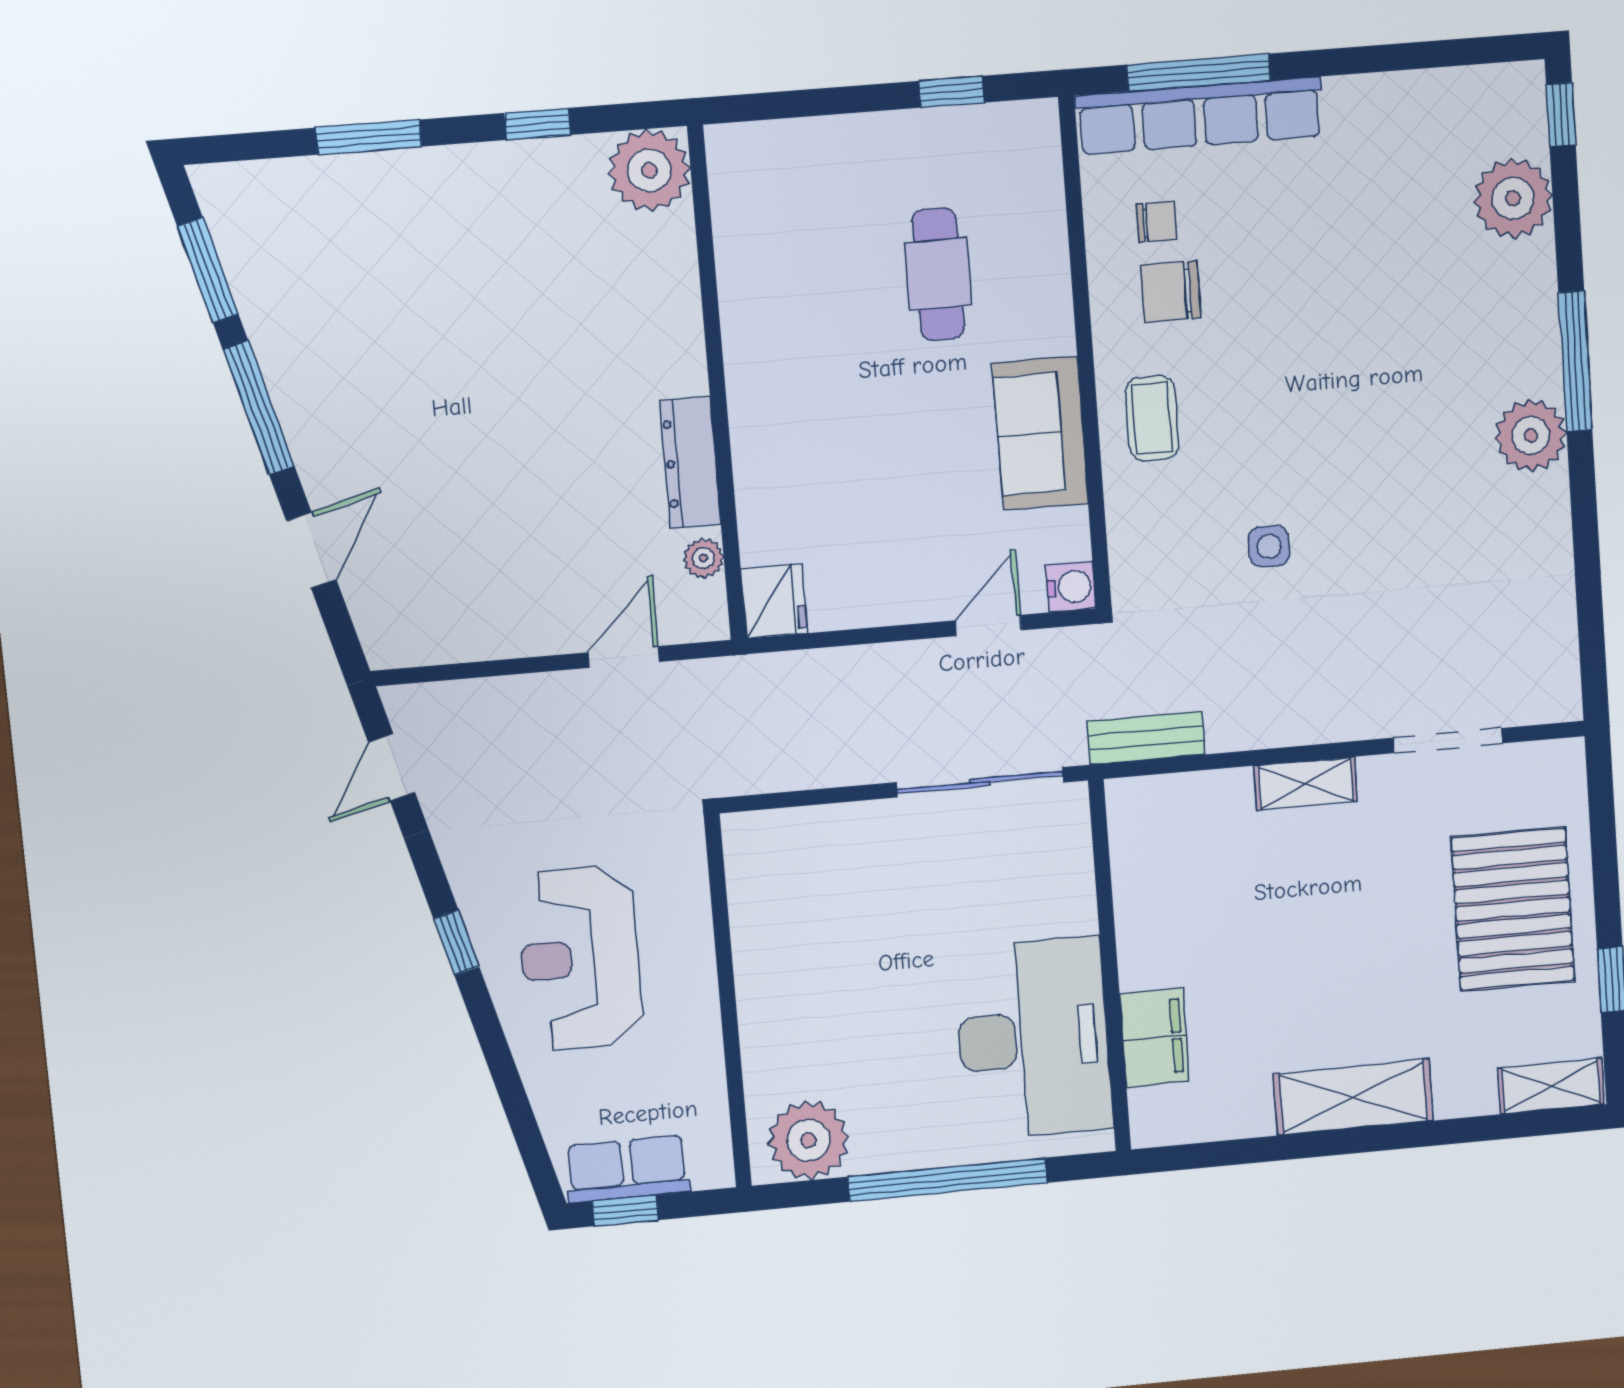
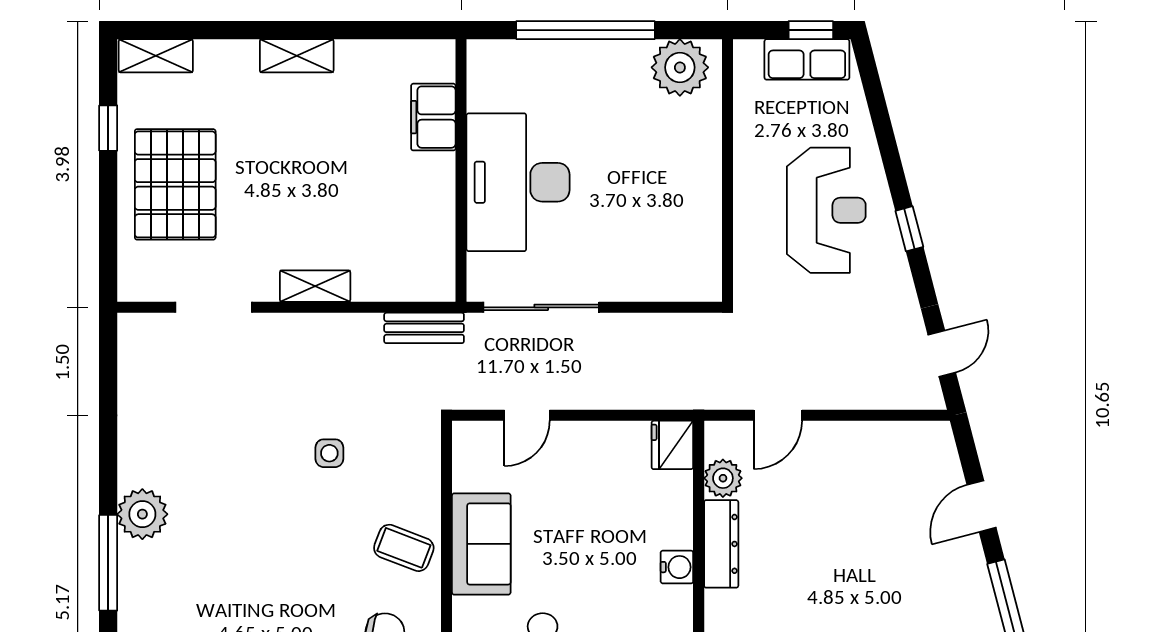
coffee table: (1152, 418) -> (404, 548), turned -69
plant: (704, 558) -> (723, 478), width x1.38, depth x1.38
water cooler: (1071, 587) -> (677, 567), moved, turned 180
desk: (1033, 1039) -> (518, 182), moved
shelving: (1353, 1097) -> (297, 56), width x0.67, depth x0.75

